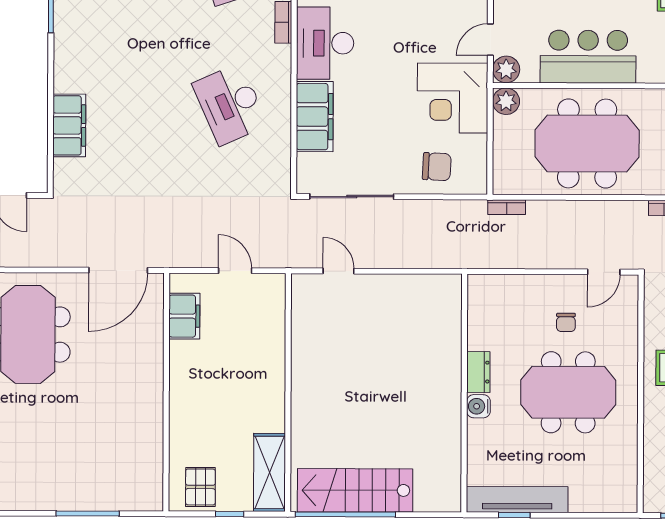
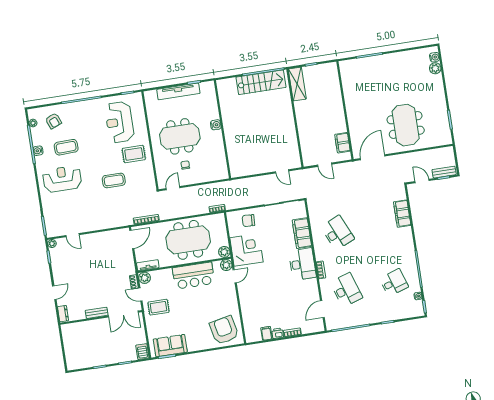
dresser: (478, 372) -> (218, 139), removed
pallet: (200, 487) -> (325, 74), removed
tv unit: (517, 500) -> (178, 91), moved

